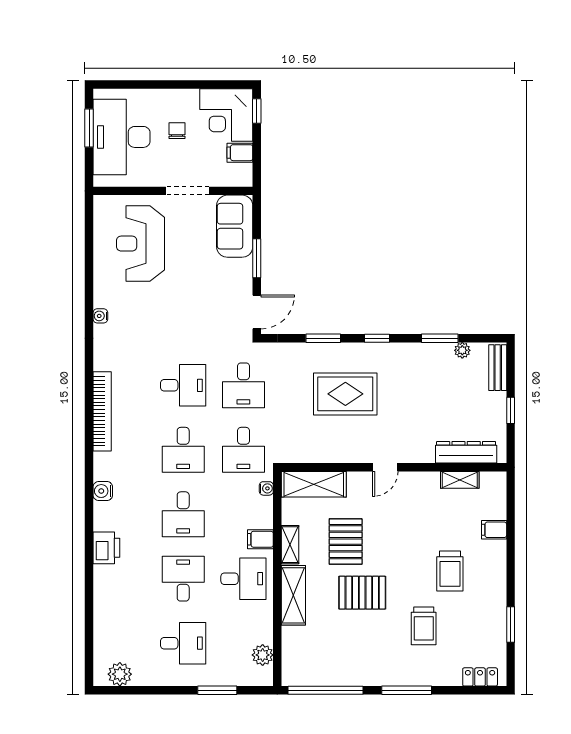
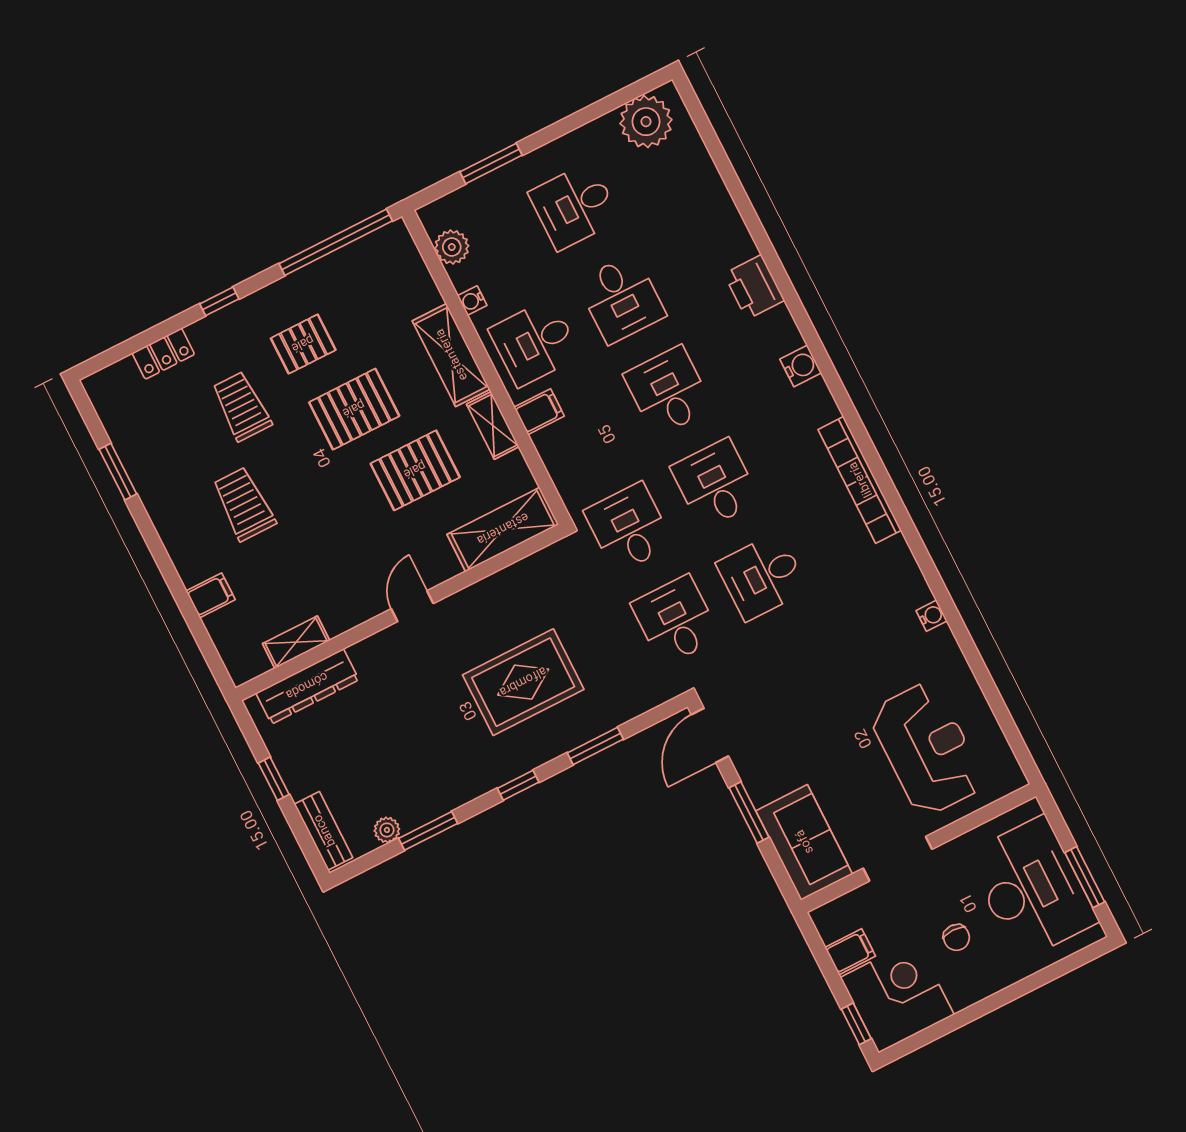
water cooler: (266, 488) -> (472, 301), moved
pallet: (346, 542) -> (415, 470), turned 90
pallet: (372, 643) -> (303, 344), added
plant: (120, 674) -> (646, 122), width x1.36, depth x1.36
locker: (480, 677) -> (163, 354), moved
window: (407, 690) -> (219, 301), width x0.46

